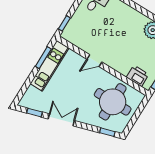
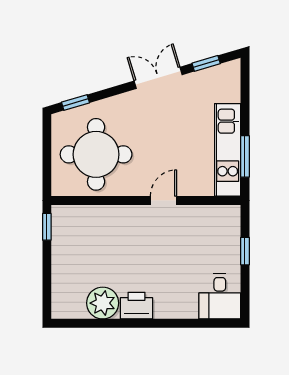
window: (64, 23) -> (245, 251), moved
printer: (138, 76) -> (136, 306), moved, turned 180
double door: (61, 120) -> (158, 78), swing flipped

